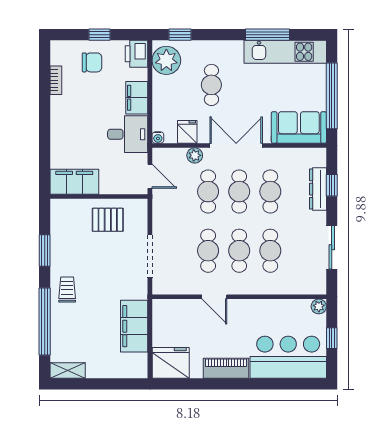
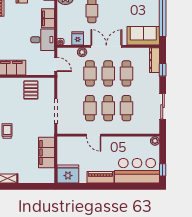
dresser: (318, 189) -> (154, 60), moved
pallet: (108, 220) -> (31, 90), turned 90
window: (332, 338) -> (163, 170), moved

